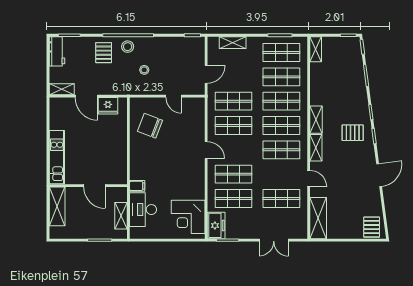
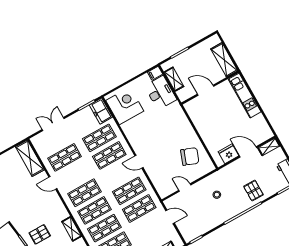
stool: (128, 47) -> (238, 205), removed
door: (206, 74) -> (170, 217), swing flipped
shelving: (316, 148) -> (60, 208), removed
filing cabinet: (137, 186) -> (155, 73), moved

